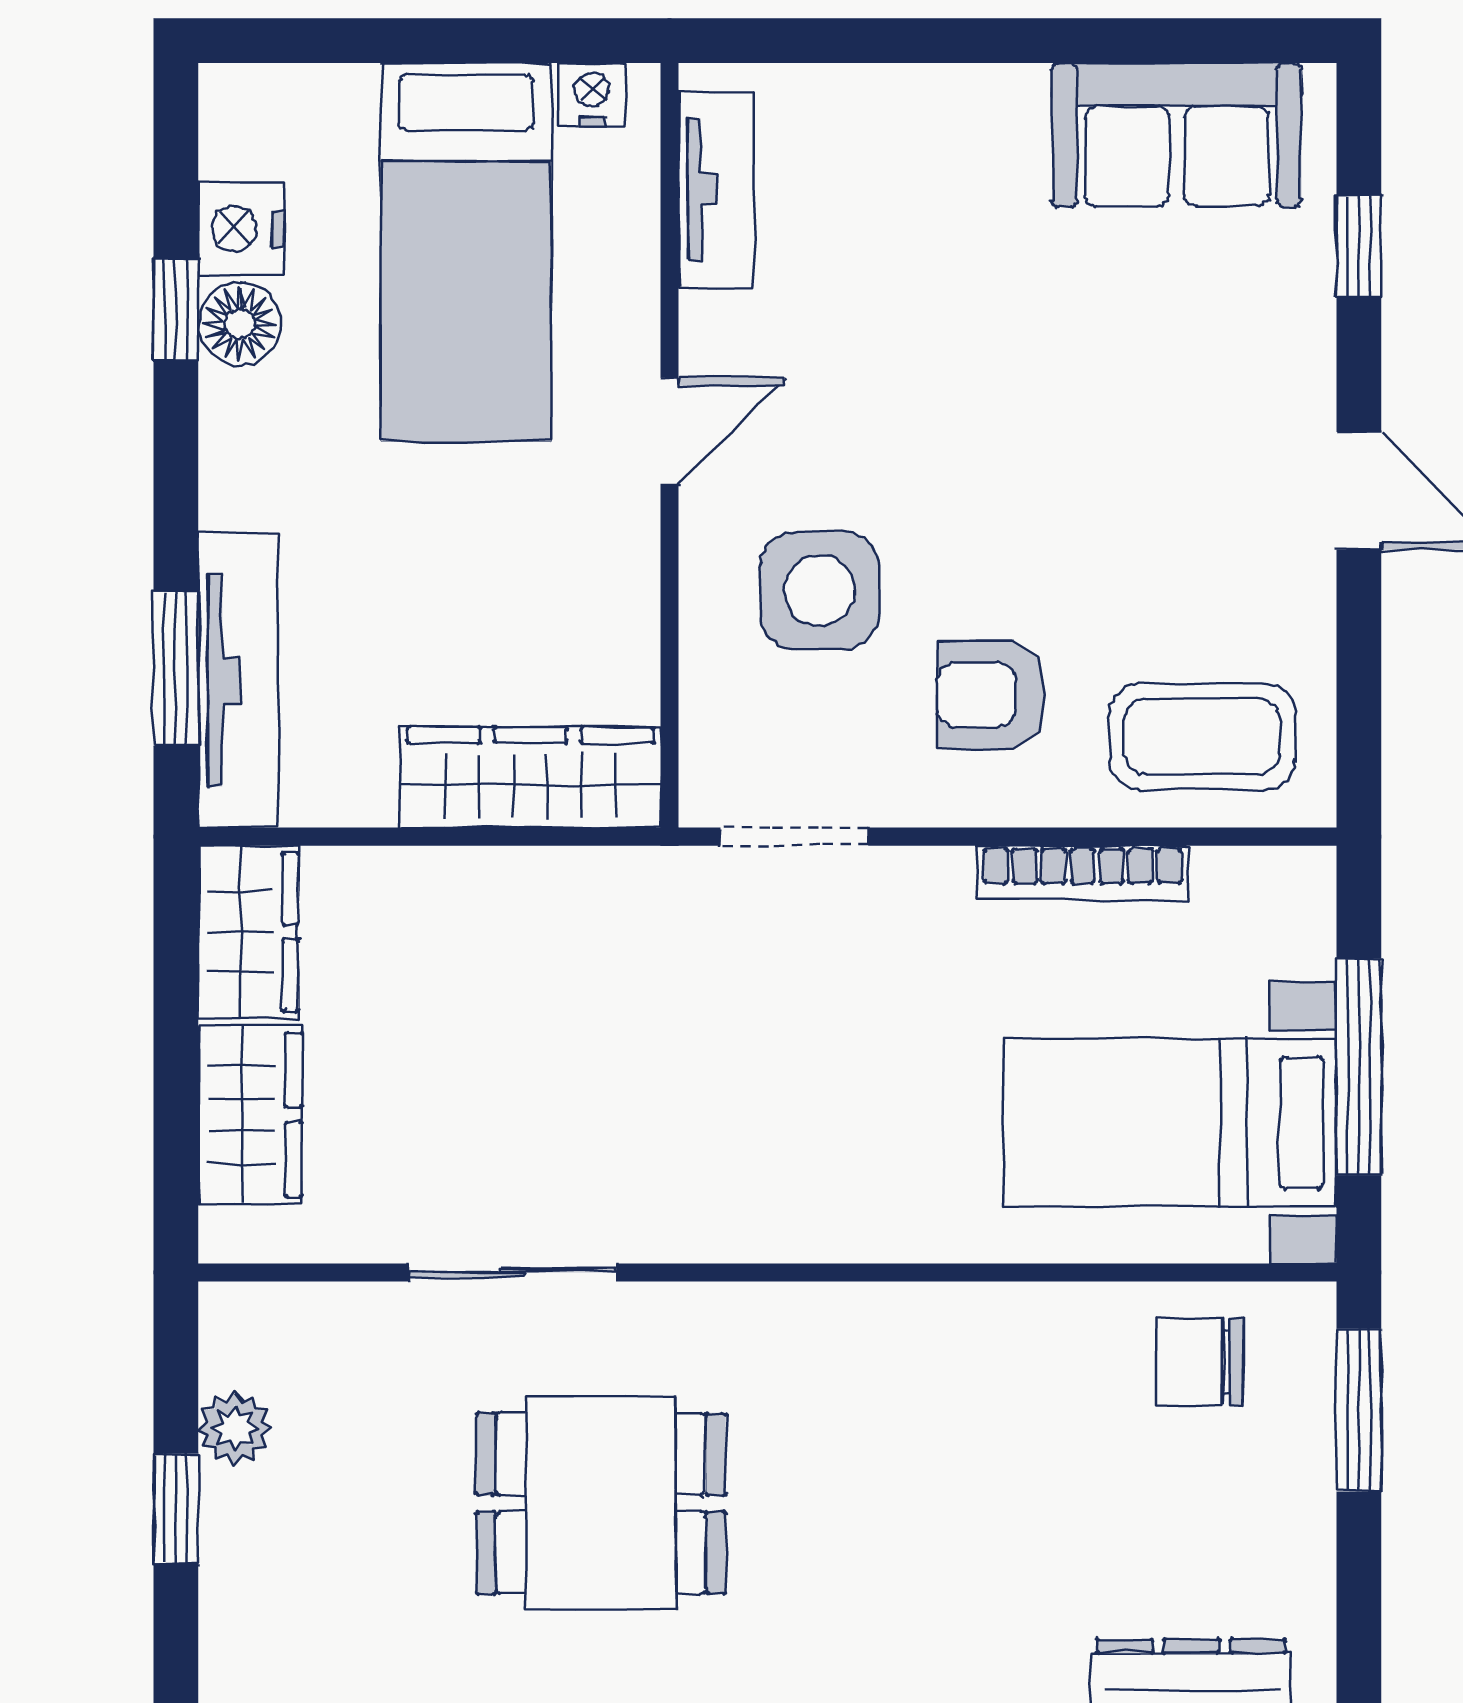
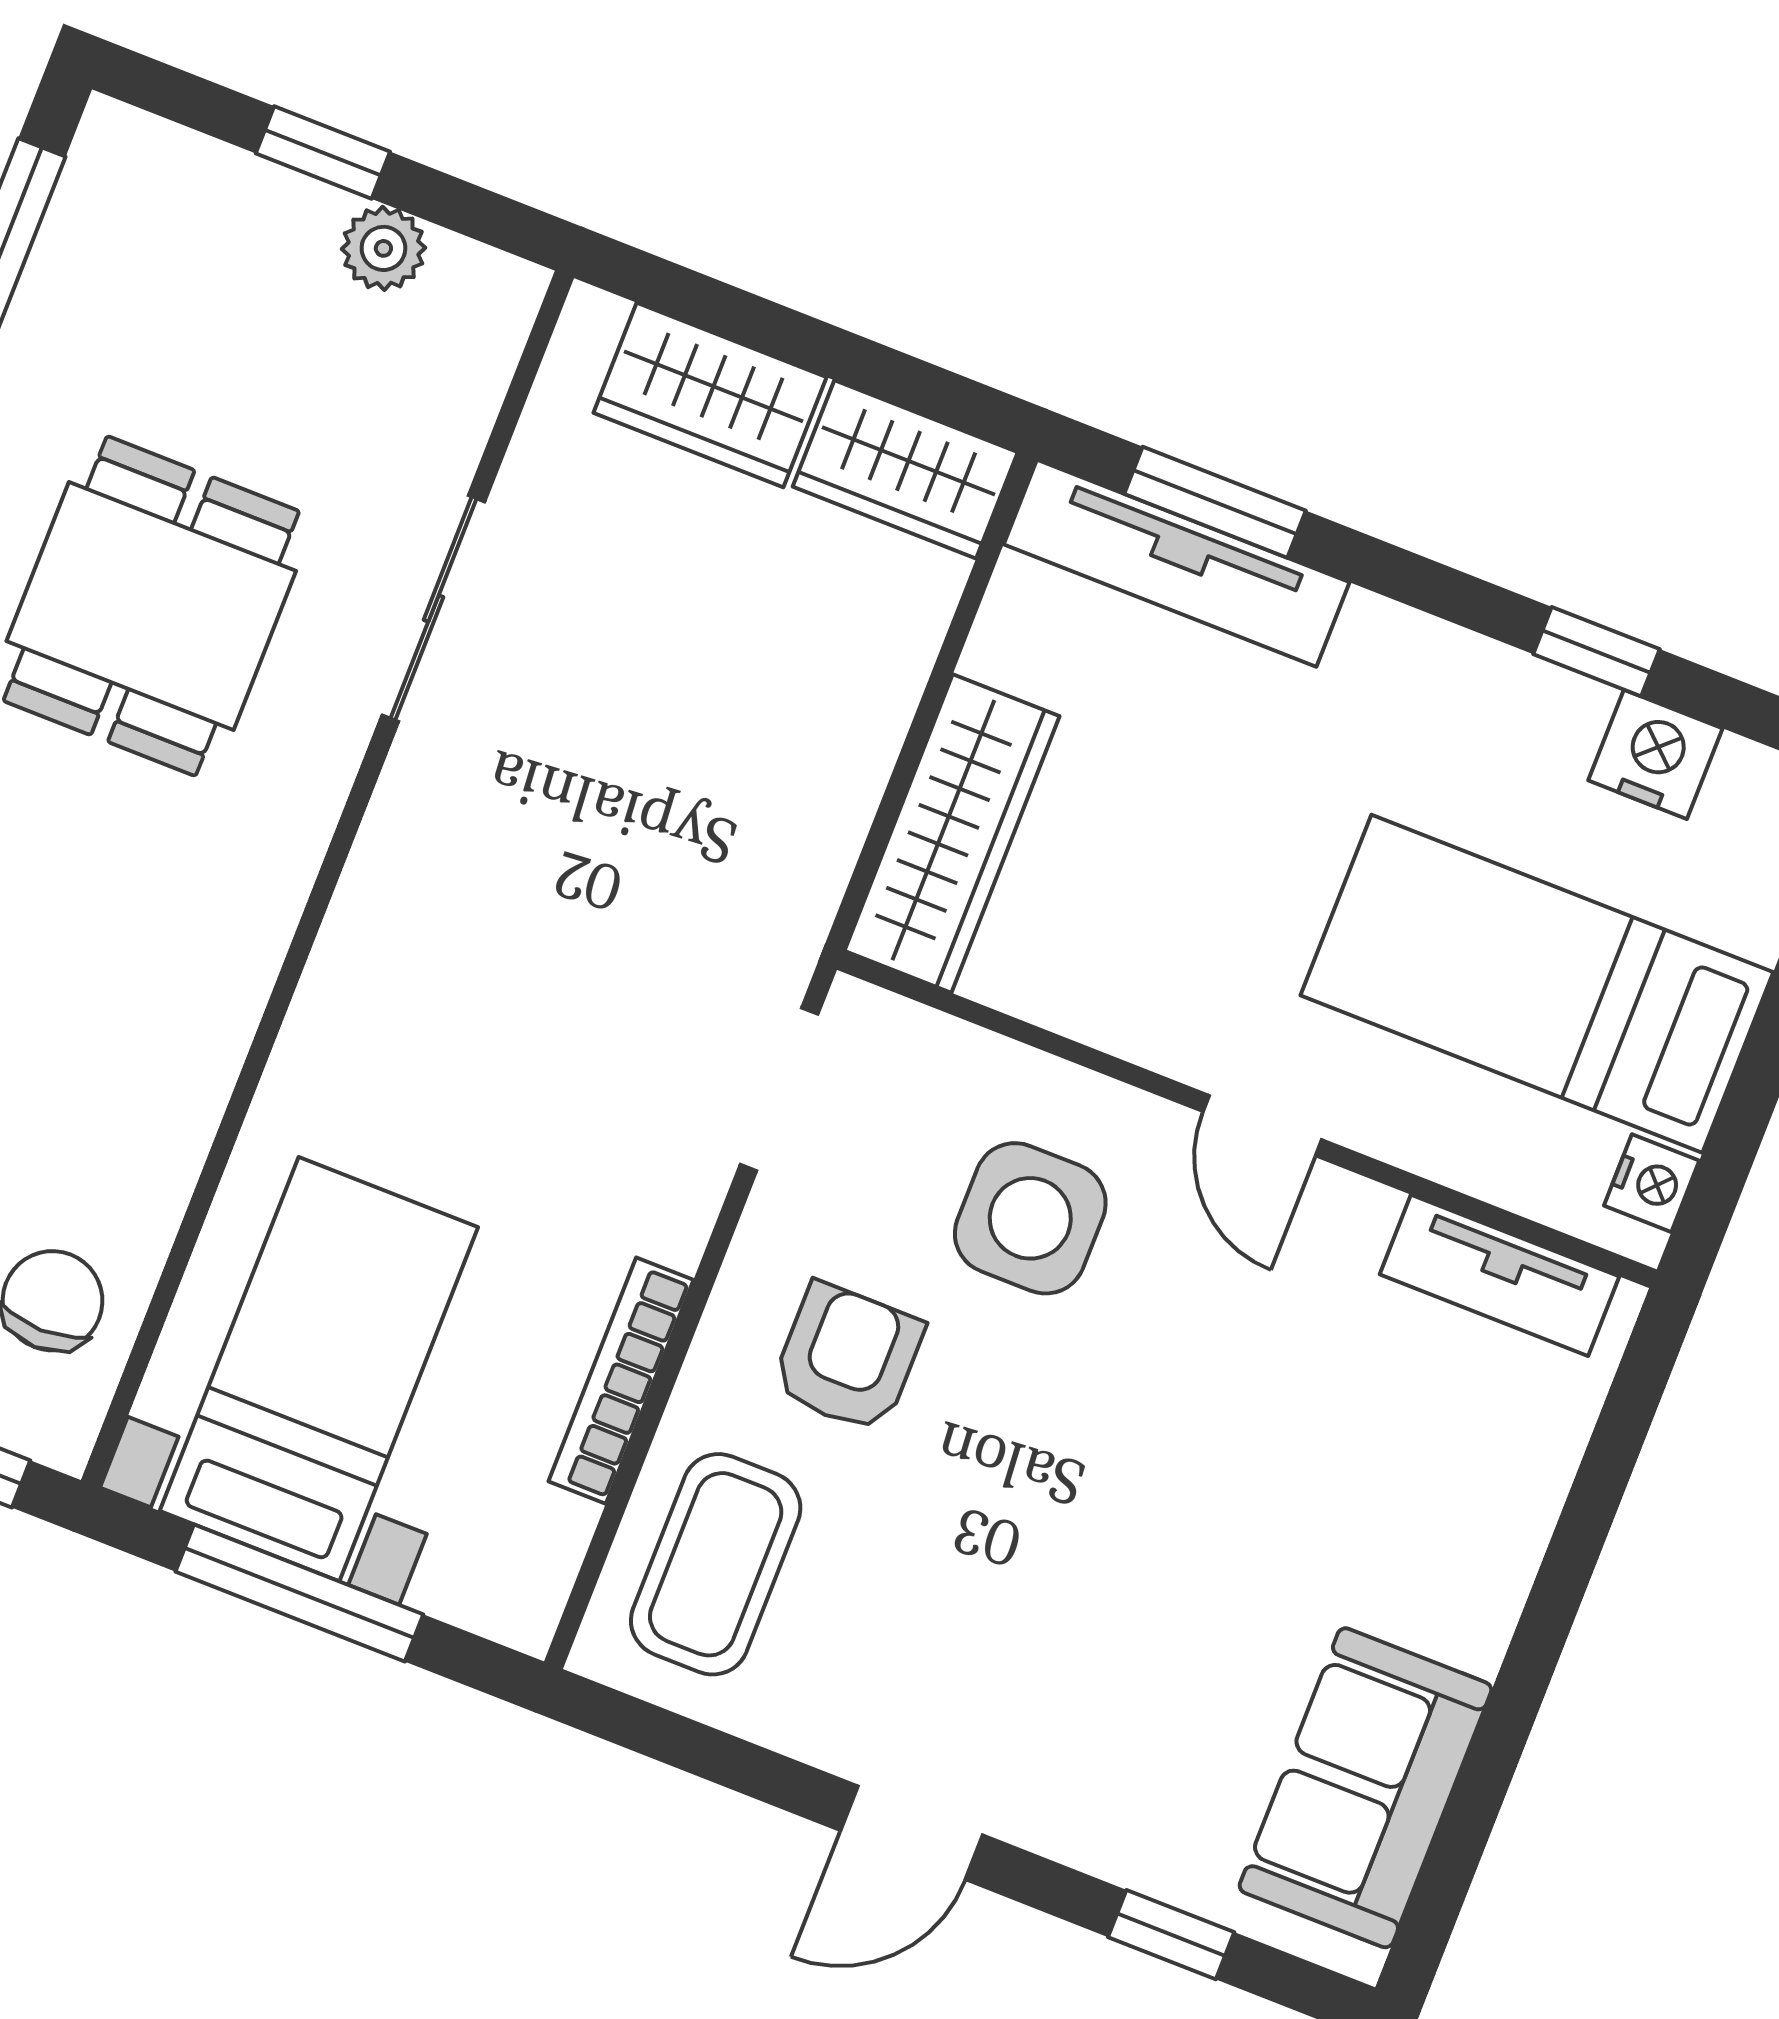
floor lamp: (240, 324) -> (1555, 714), removed

